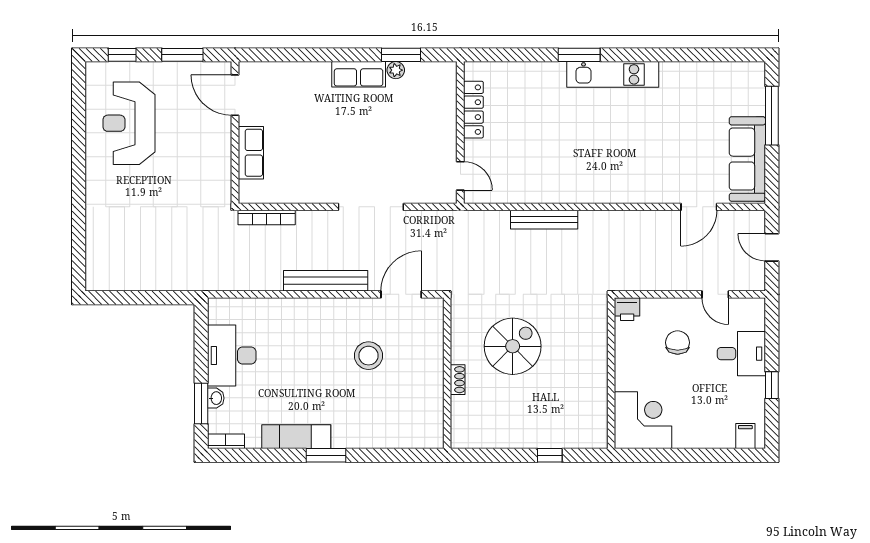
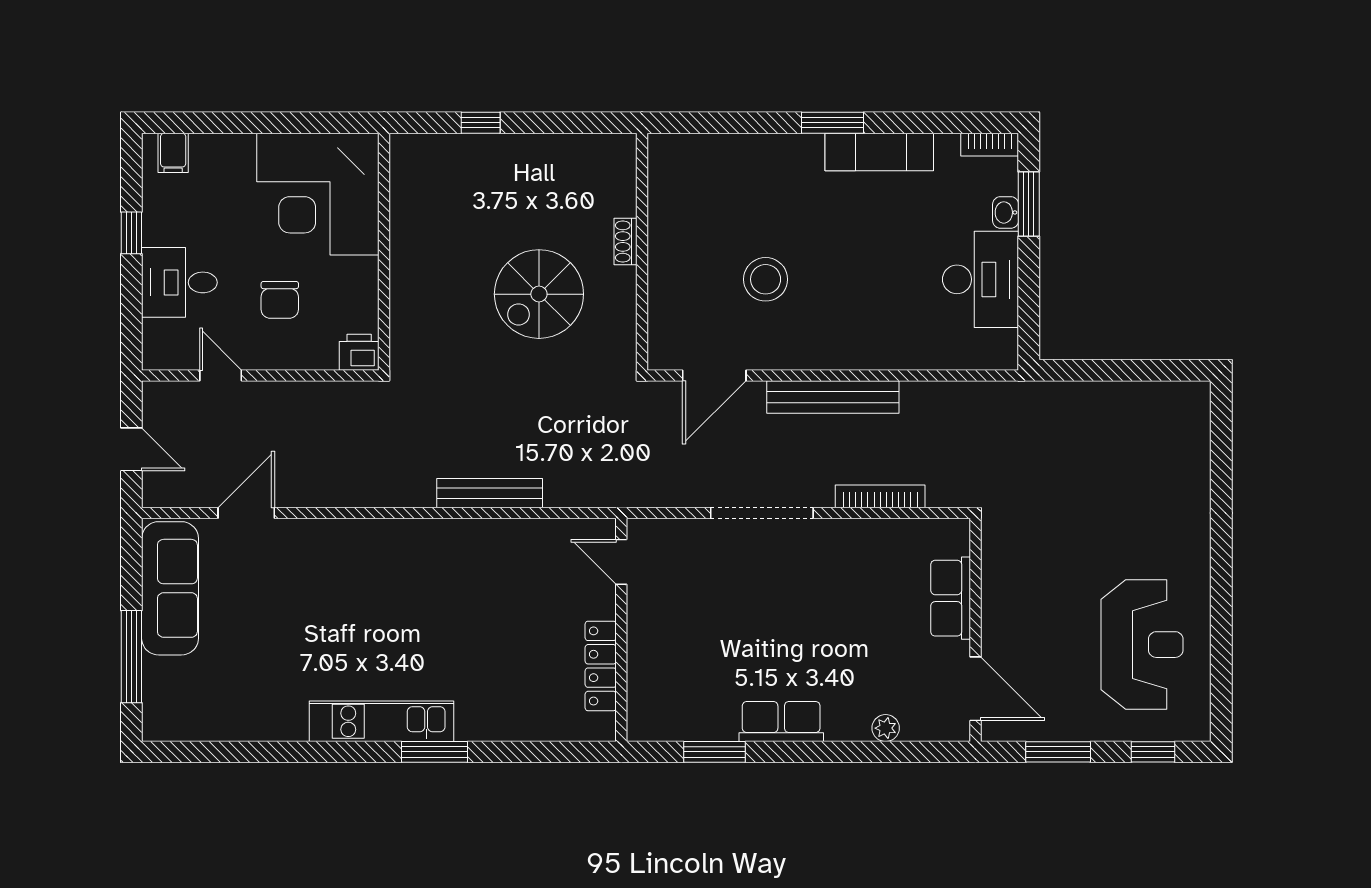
plant: (396, 70) -> (886, 728), moved
bookcase: (267, 218) -> (880, 496), moved
corner desk: (643, 420) -> (318, 194), width x1.36, depth x1.36

